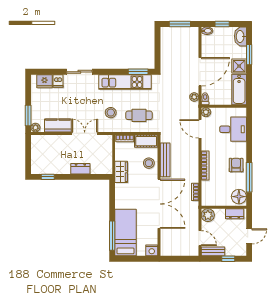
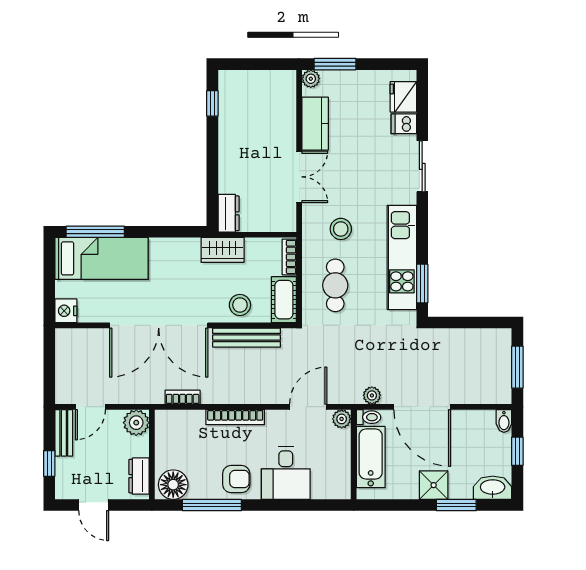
bathtub: (239, 89) -> (371, 457), moved, turned 90
desk: (233, 129) -> (286, 473), moved
dresser: (80, 169) -> (229, 213), moved

